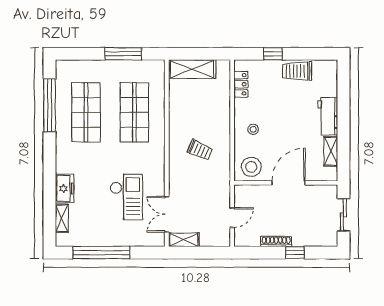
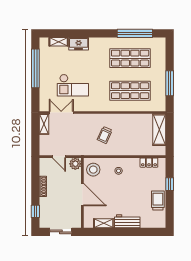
plant: (243, 193) -> (75, 164), added
window: (295, 253) -> (35, 211), moved

